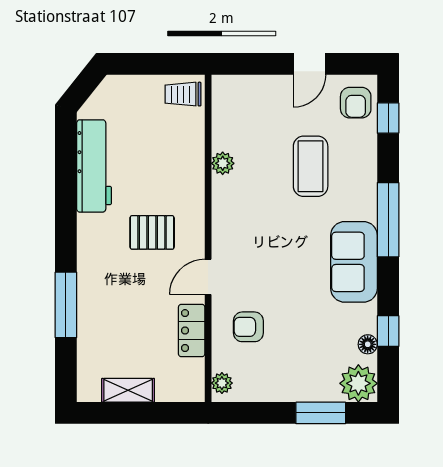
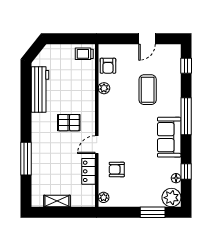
armchair: (356, 103) -> (108, 66), moved

